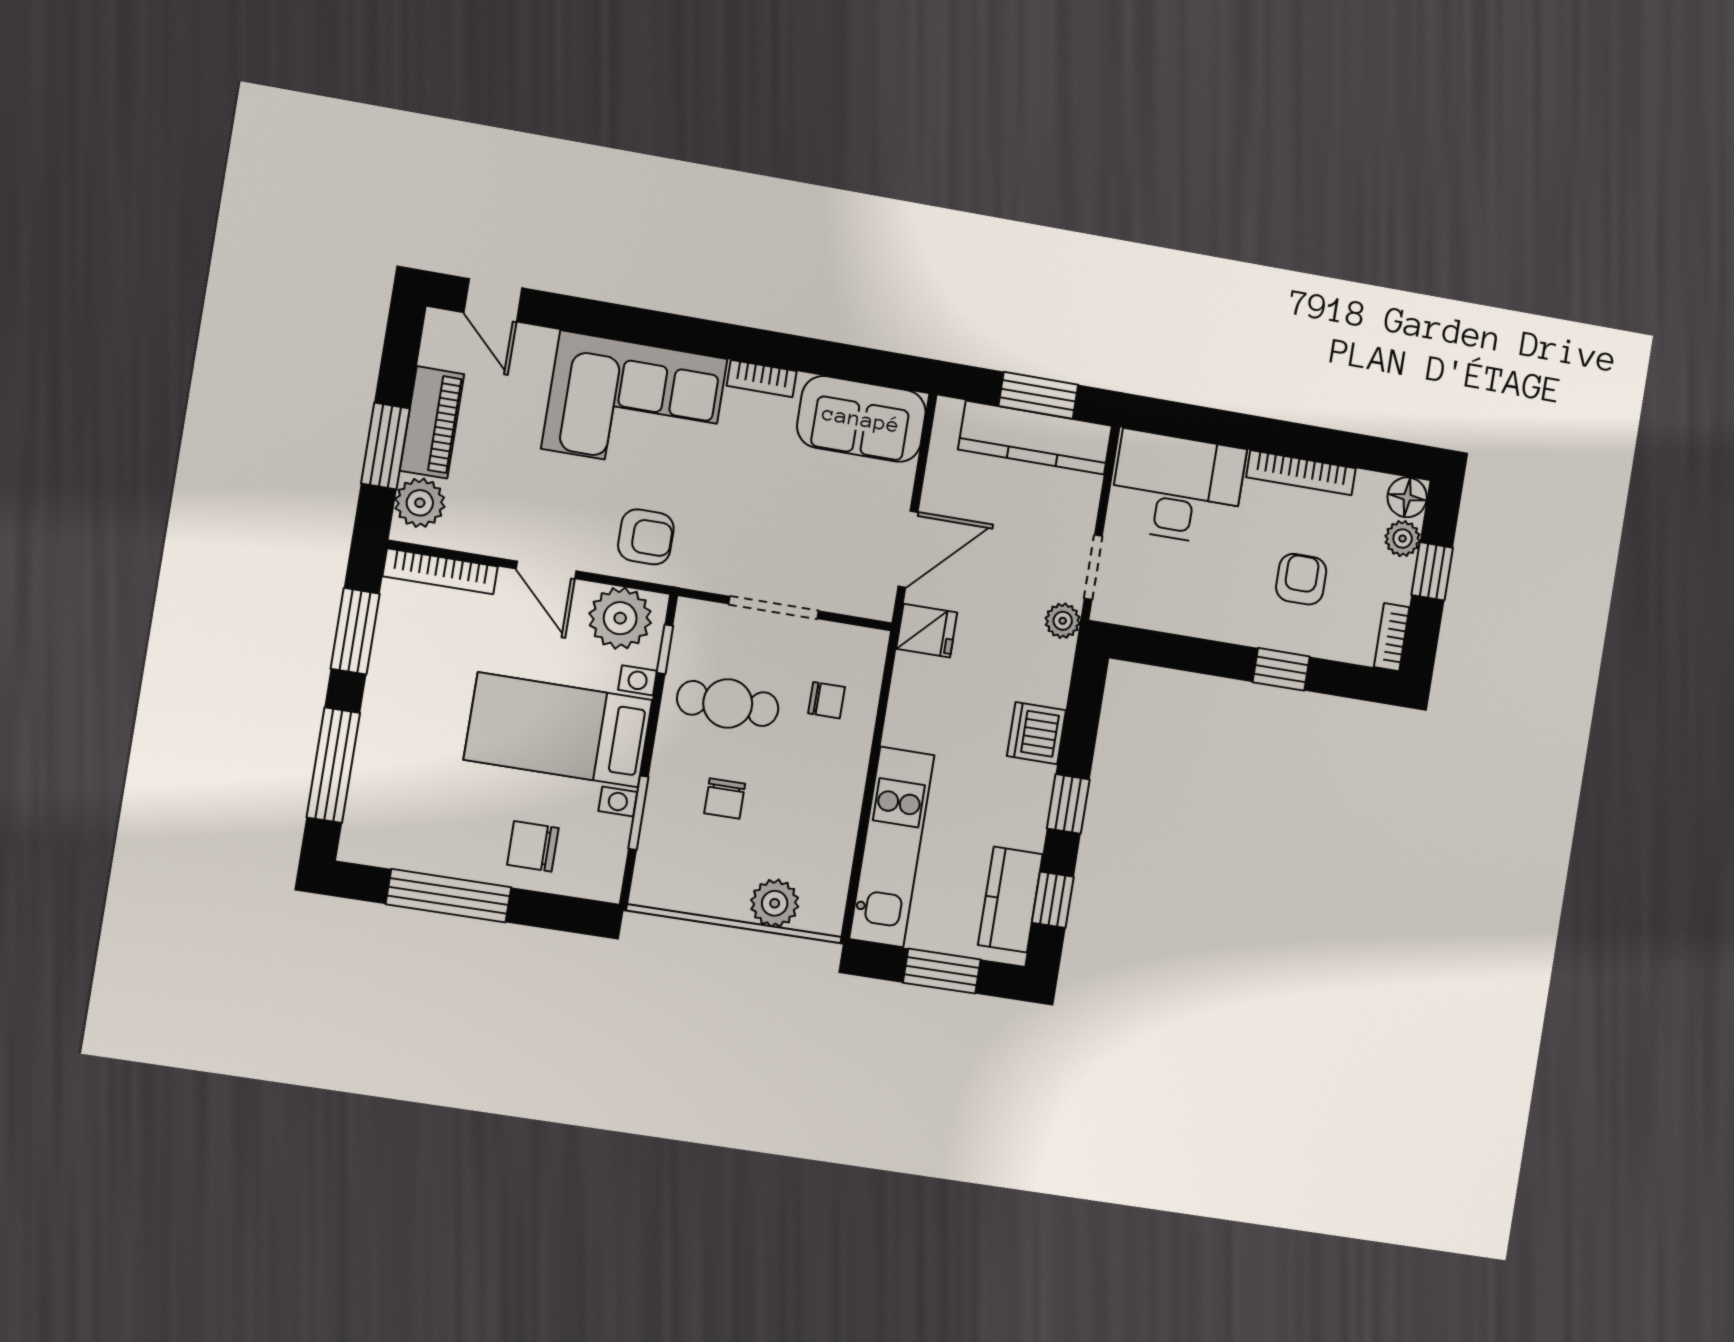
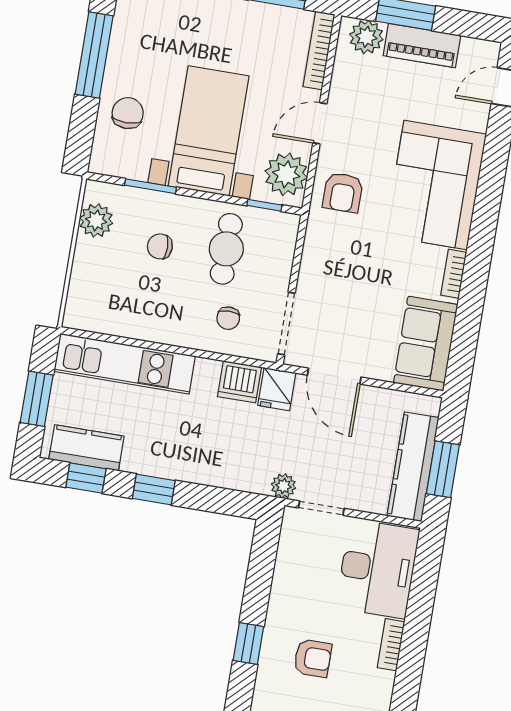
bookcase: (1301, 473) -> (391, 645), width x0.64
doorway: (774, 607) -> (286, 323), moved
dishwasher: (1036, 733) -> (239, 382), moved, turned 180
plant: (775, 903) -> (96, 220), moved

